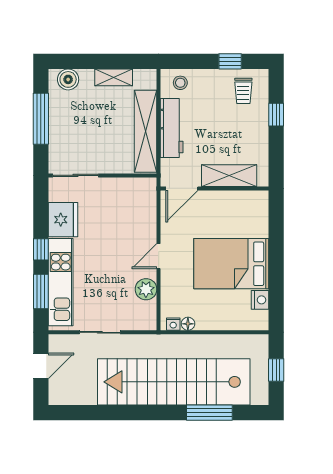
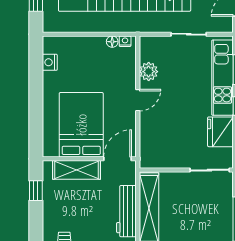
window: (276, 115) -> (36, 191), moved
bed: (231, 264) -> (81, 125), moved, turned -90

